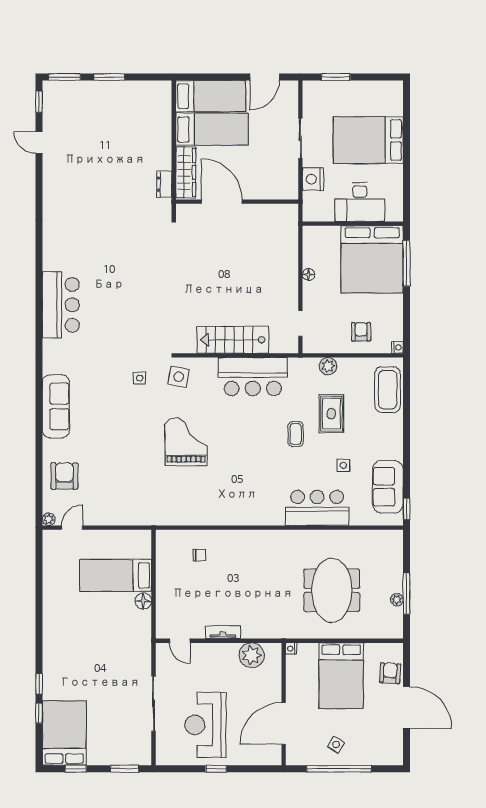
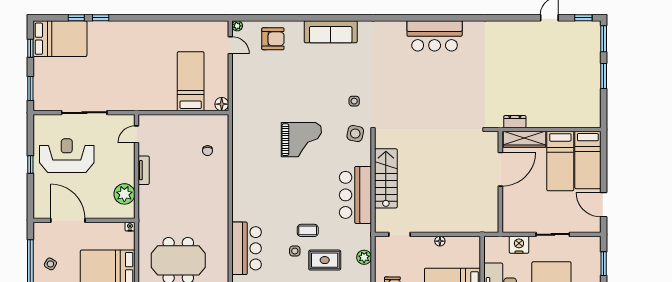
bar counter: (61, 305) -> (435, 36), moved
side table: (343, 465) -> (295, 251), moved
floor lamp: (143, 601) -> (222, 104), moved

